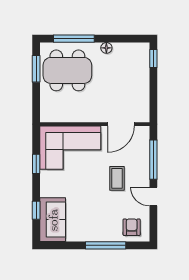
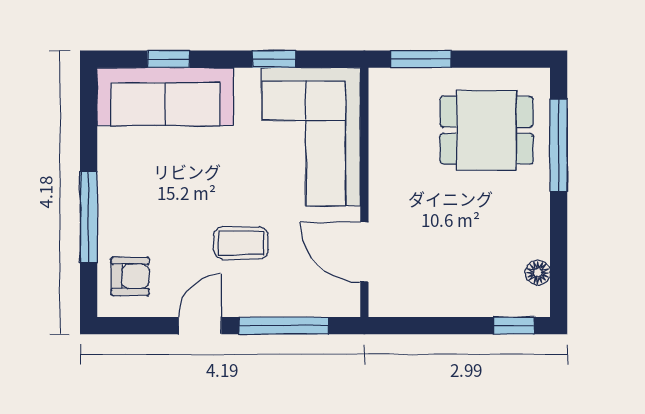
floor lamp: (106, 48) -> (538, 273), moved
window: (36, 69) -> (421, 59), moved
dining table: (67, 70) -> (487, 130), width x0.73
sofa: (53, 220) -> (165, 97), width x1.36

